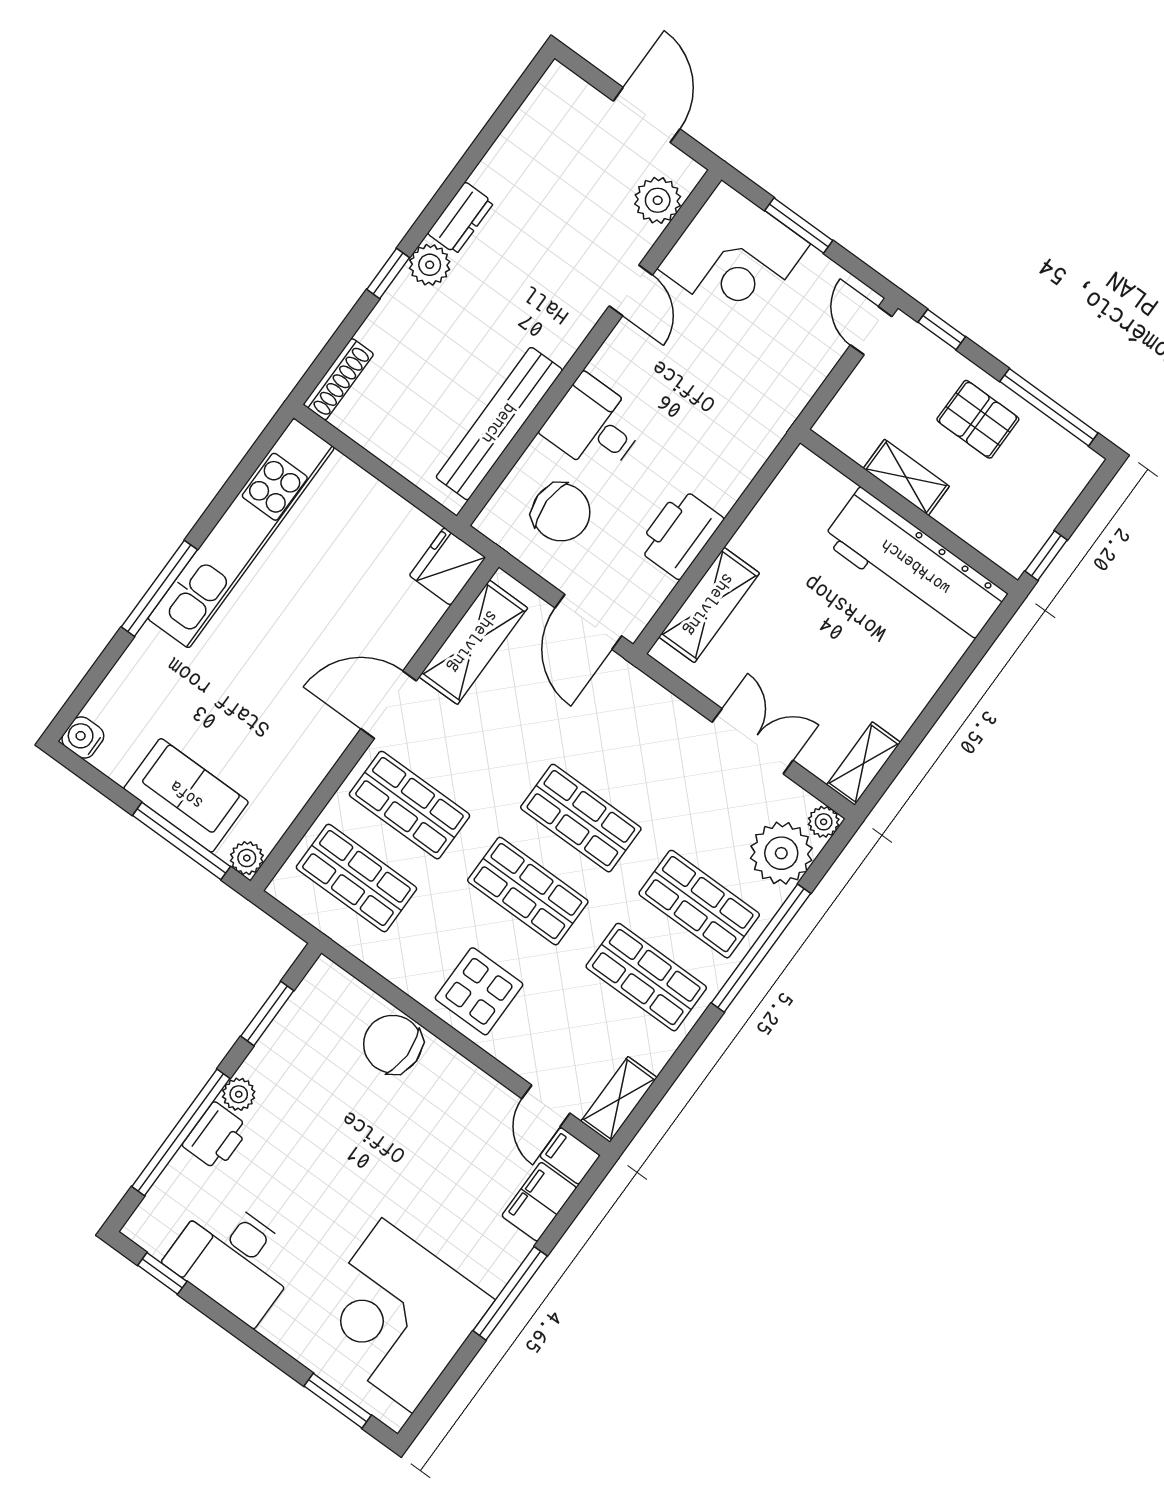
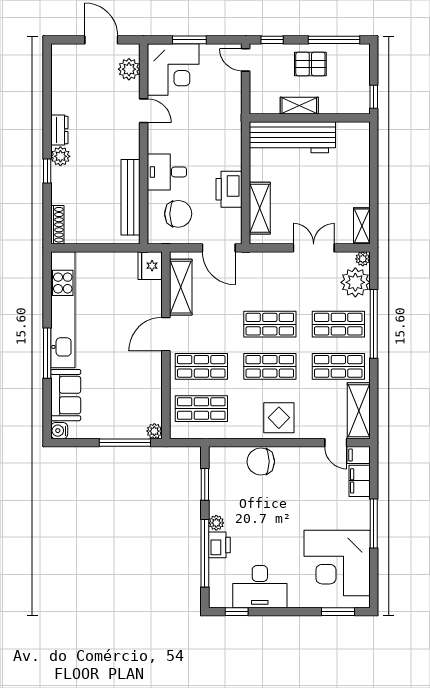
workbench: (915, 567) -> (292, 137), moved
sofa: (186, 795) -> (66, 395), moved, turned 90
shelving: (619, 1099) -> (359, 411), width x1.50, depth x1.33

